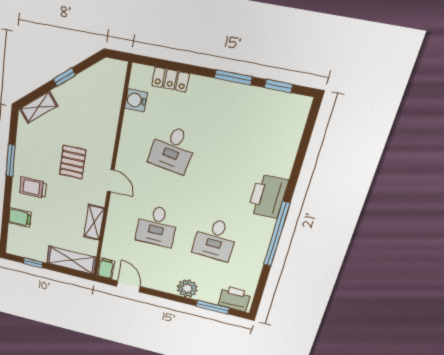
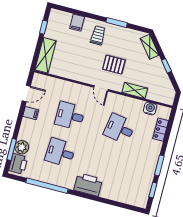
door: (111, 181) -> (101, 88), hinge flipped
shelving: (94, 222) -> (135, 90), moved
window: (277, 234) -> (47, 186), moved
filing cabinet: (106, 268) -> (31, 113), moved
plant: (187, 288) -> (22, 147), moved

